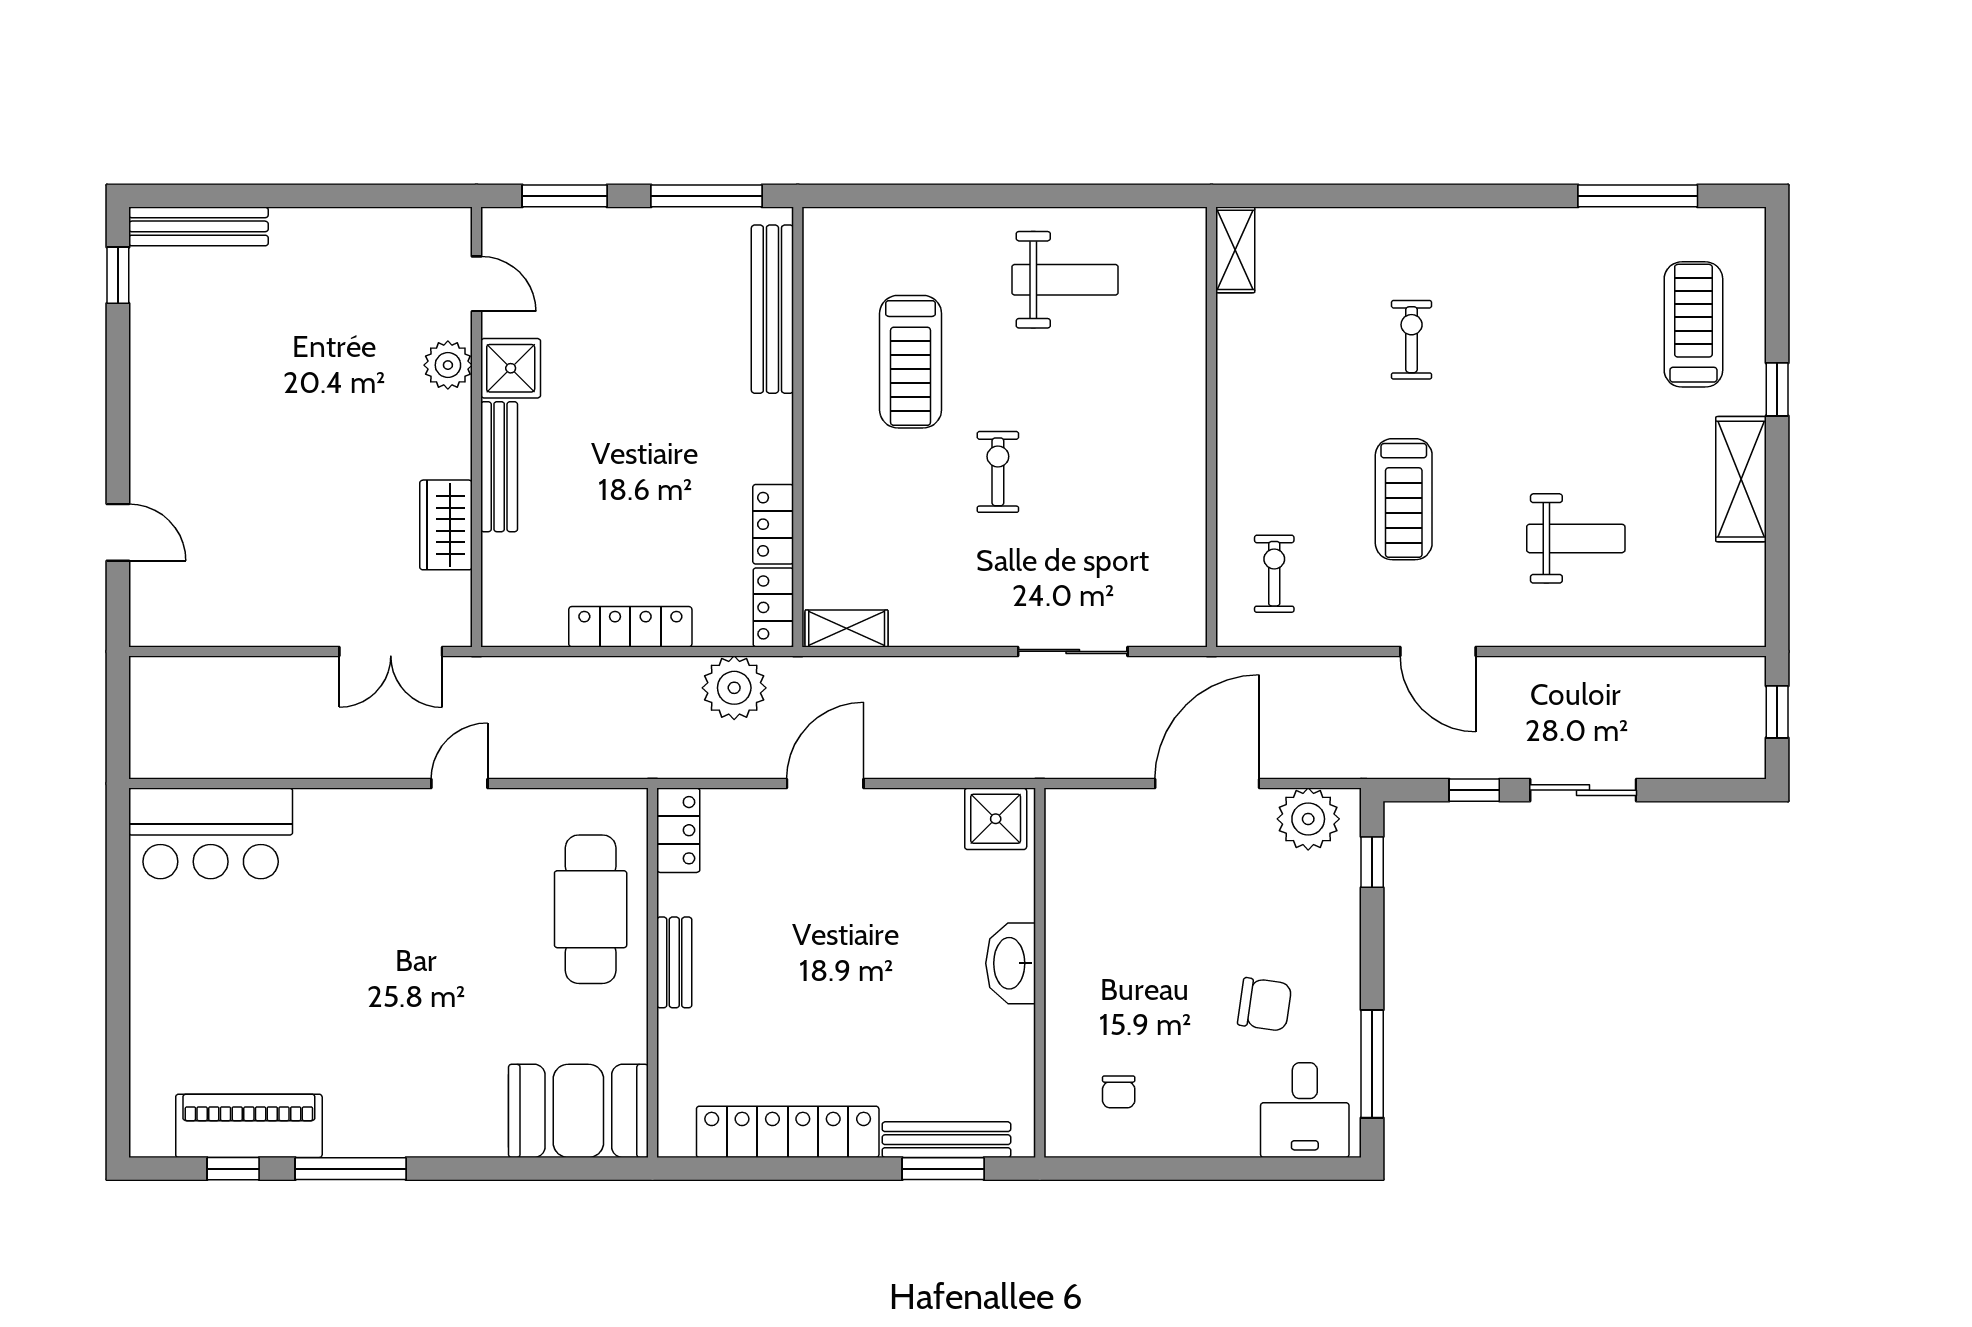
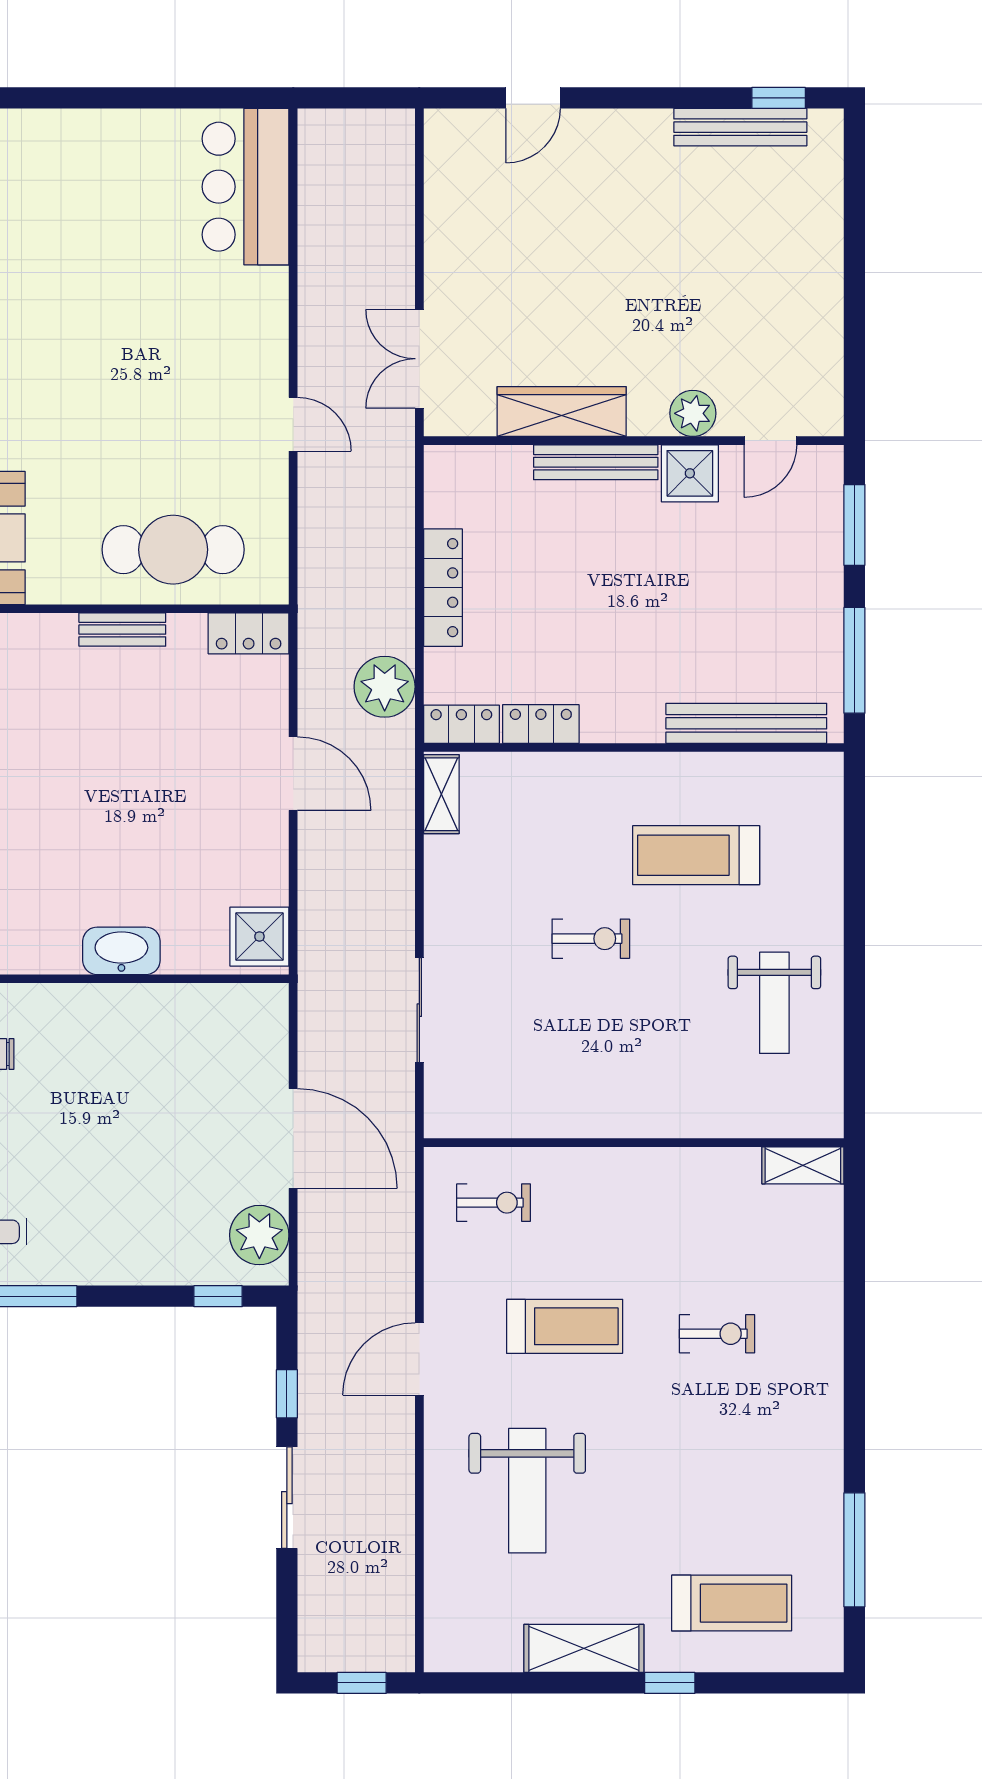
bench: (198, 226) -> (740, 127), moved, turned 90
treadmill: (1404, 499) -> (565, 1326), turned 180
wardrobe: (446, 525) -> (562, 411), width x1.50
weight bench: (1576, 538) -> (527, 1491), width x1.36, depth x1.33
chair: (1265, 1004) -> (82, 1193), removed

